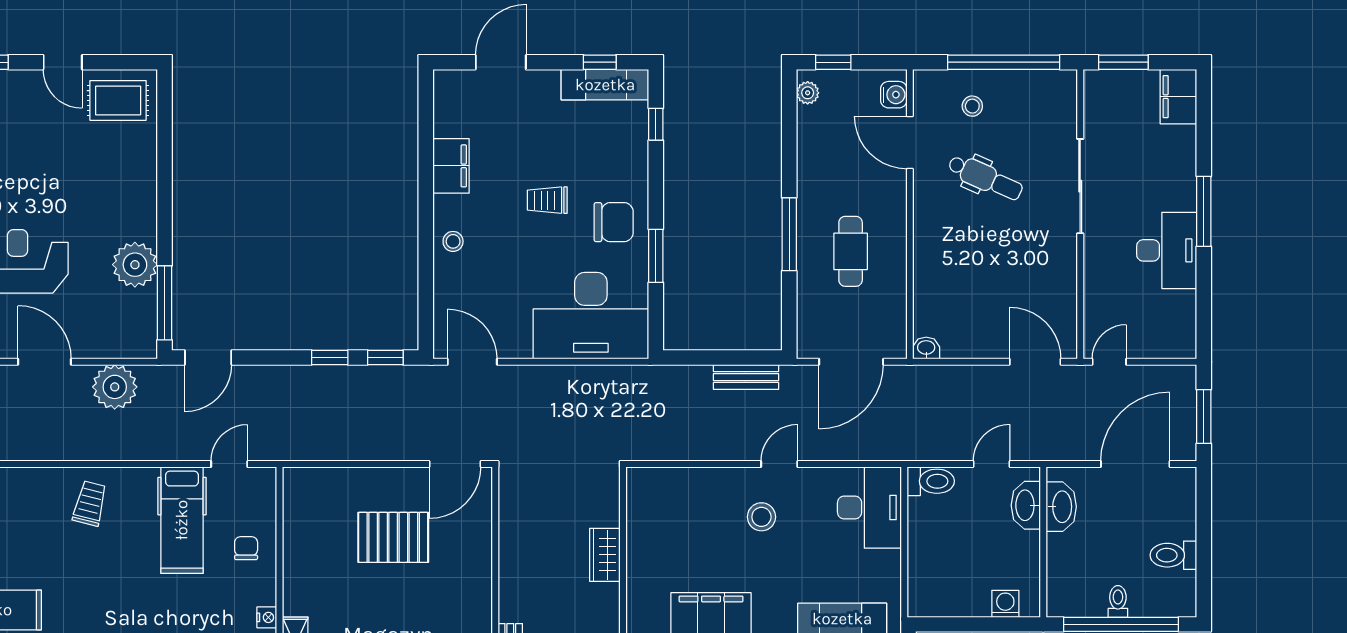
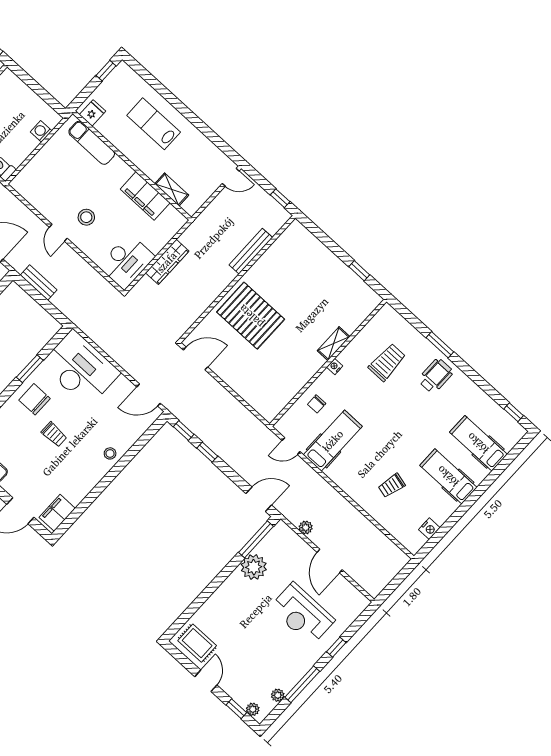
filing cabinet: (451, 166) -> (57, 513), moved
door: (472, 362) -> (149, 395), hinge flipped
plant: (115, 387) -> (306, 528), width x0.53, depth x0.53
door: (779, 464) -> (58, 233), hinge flipped
trolley: (90, 503) -> (392, 486), moved
desk: (869, 507) -> (127, 261), moved, turned 180
pallet: (393, 537) -> (251, 316), moved, width x1.37, depth x1.41
wardrobe: (605, 555) -> (167, 262), width x1.50
washing machine: (1005, 604) -> (41, 131), moved, turned 90

